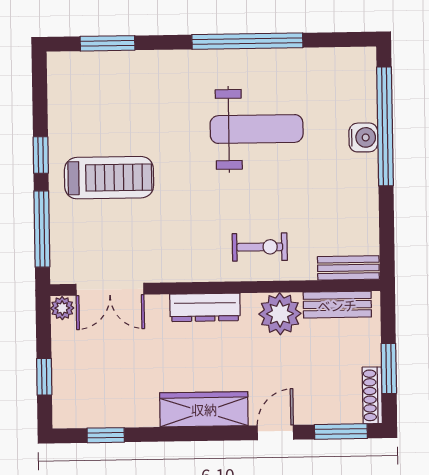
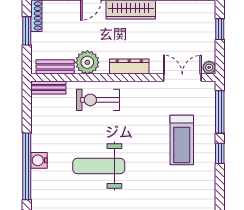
treadmill: (109, 178) -> (182, 140), turned -90
exercise bike: (260, 247) -> (98, 100), width x1.38, depth x1.39

